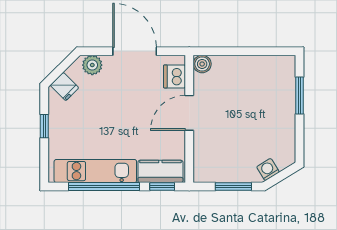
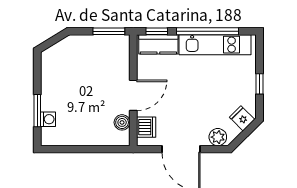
boiler: (202, 64) -> (122, 122), moved
washing machine: (268, 170) -> (48, 119), moved, turned -59
window: (233, 186) -> (109, 31), moved

